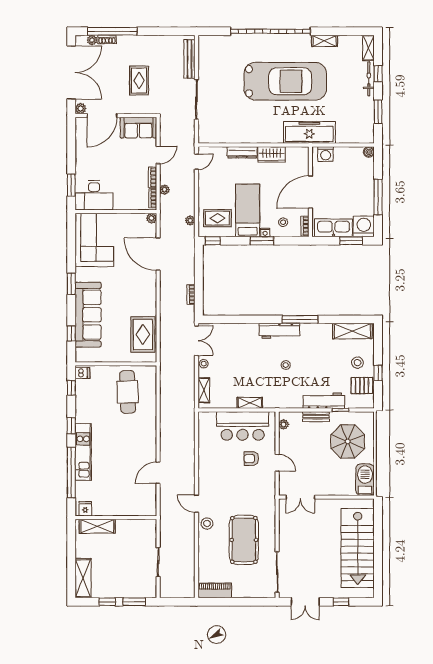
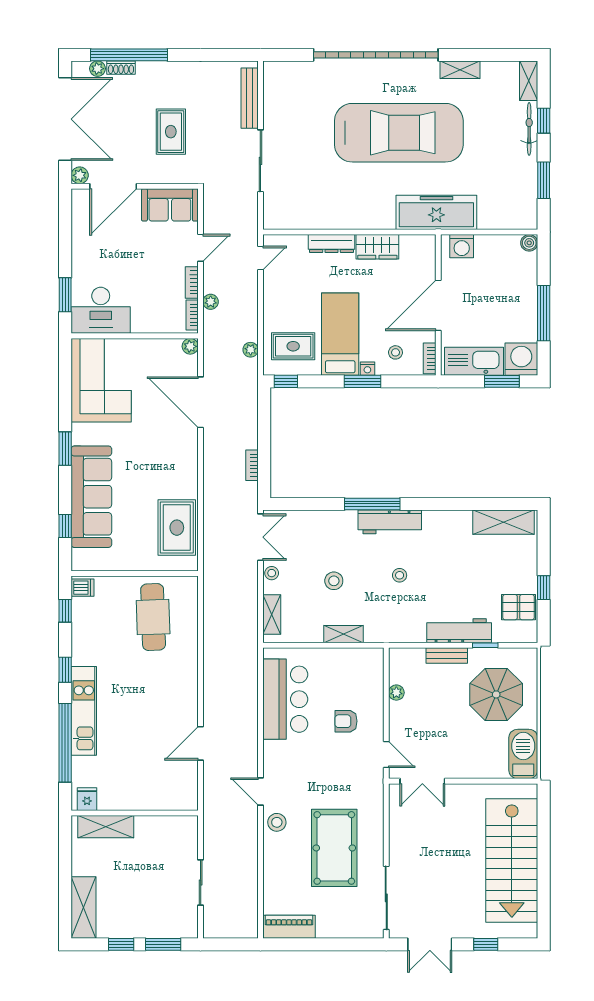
window: (300, 319) -> (372, 504), moved
stool: (357, 363) -> (334, 581), moved
plant: (284, 424) -> (396, 693), moved
bar counter: (243, 426) -> (285, 699), moved, turned -90
door: (277, 463) -> (386, 755), moved

